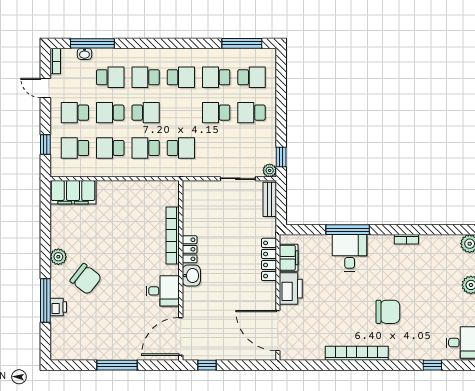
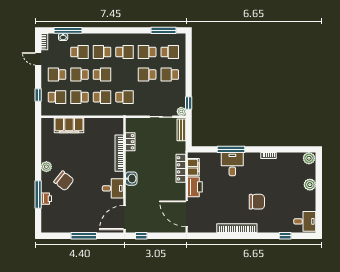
school desk: (75, 148) -> (57, 97), turned 180
school desk: (146, 148) -> (102, 97), turned 180
filing cabinet: (73, 192) -> (69, 125), moved
locker: (190, 249) -> (130, 142), moved

